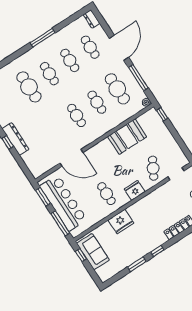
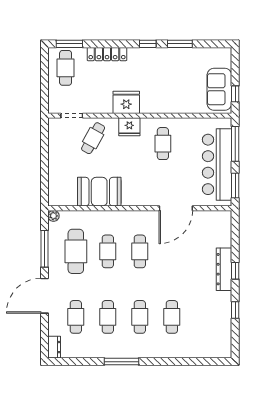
cafe table: (29, 87) -> (172, 317), width x0.73, depth x0.74
window: (162, 114) -> (45, 191), removed
door: (71, 158) -> (176, 208), swing flipped
fridge: (121, 222) -> (126, 102), moved

